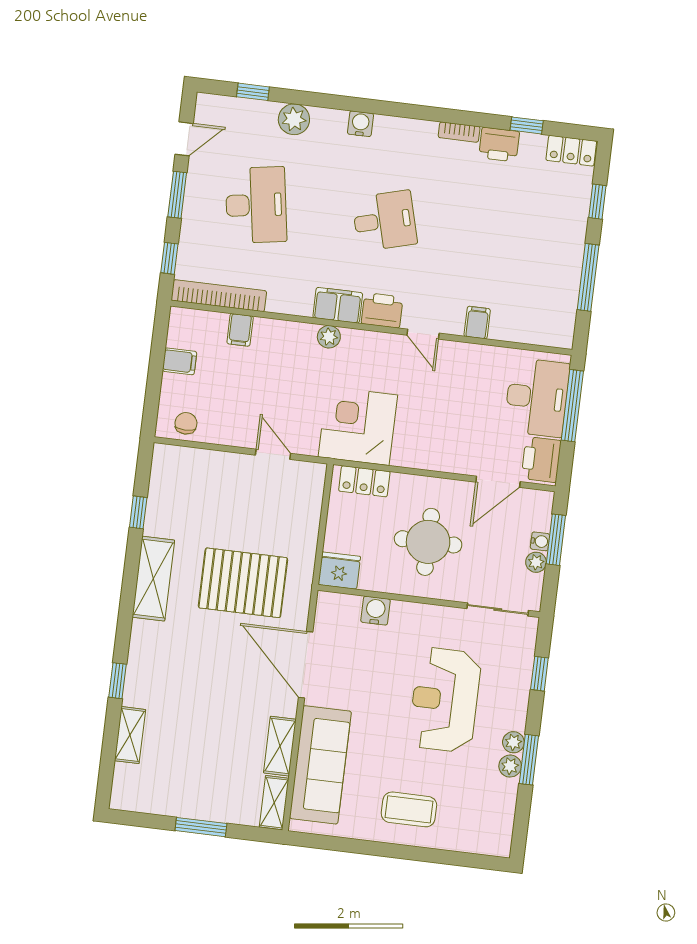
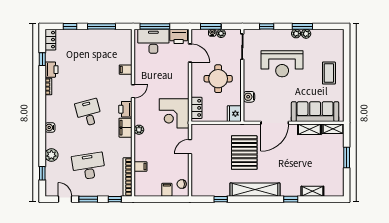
filing cabinet: (180, 361) -> (167, 190), moved
shelving: (153, 579) -> (255, 190), width x1.47

